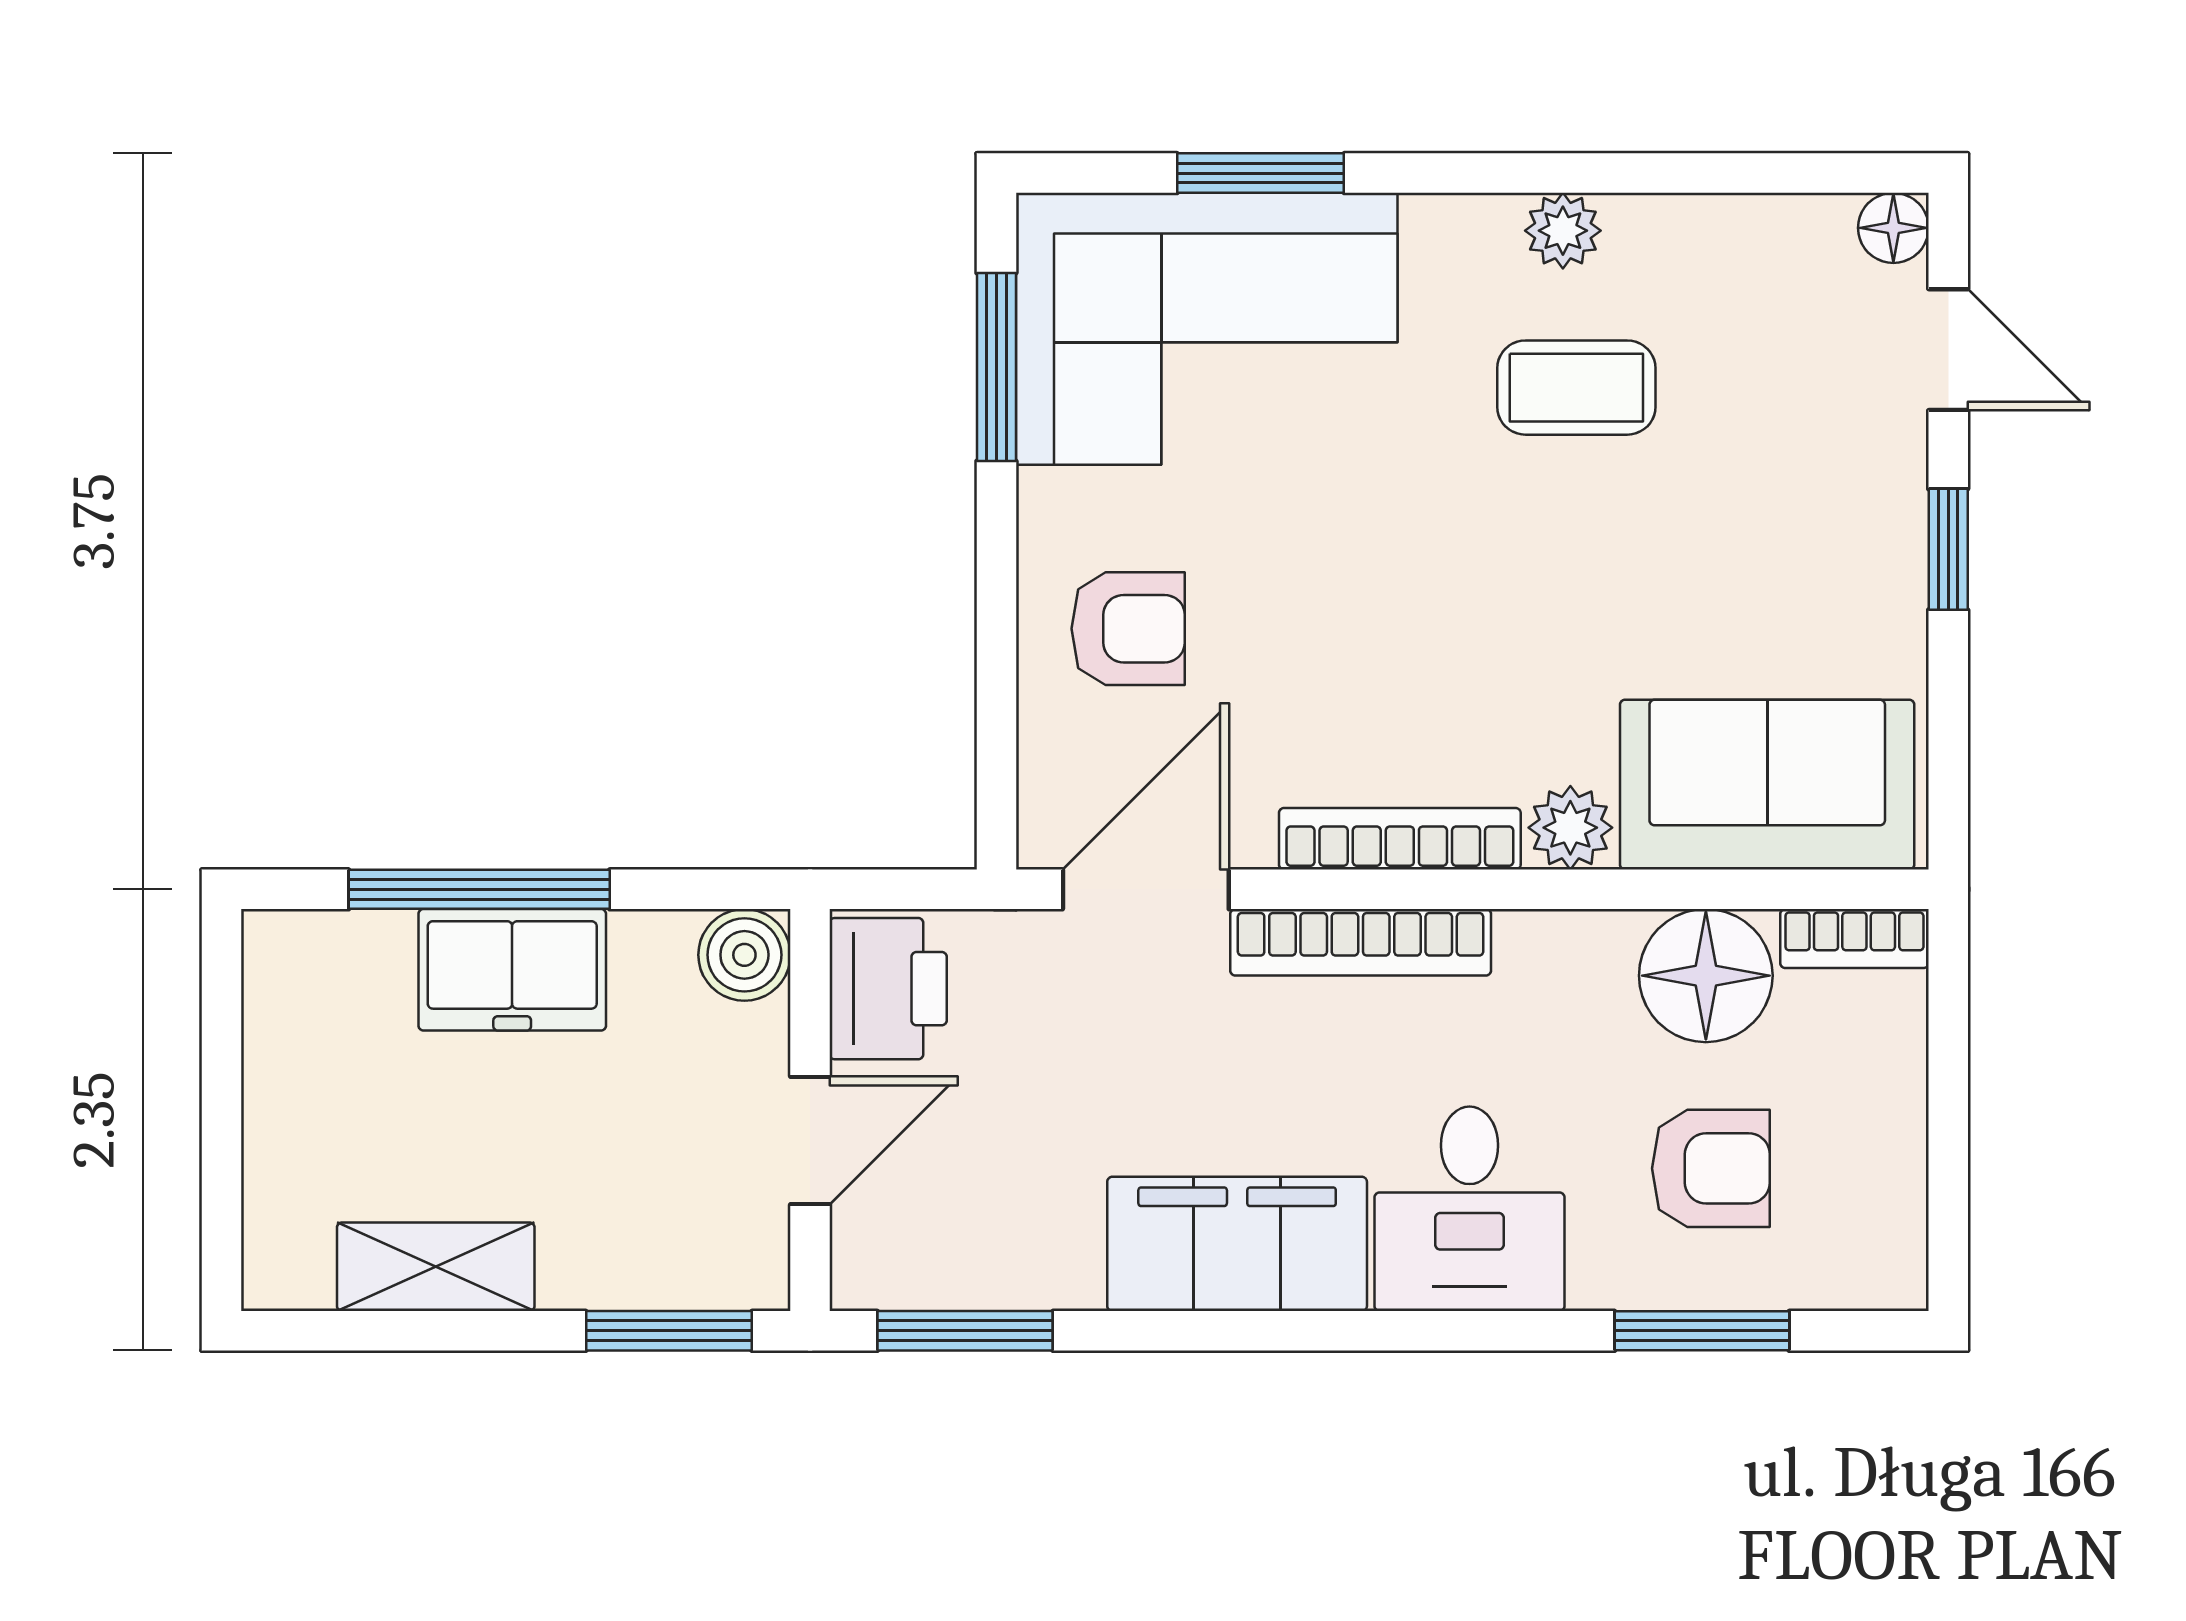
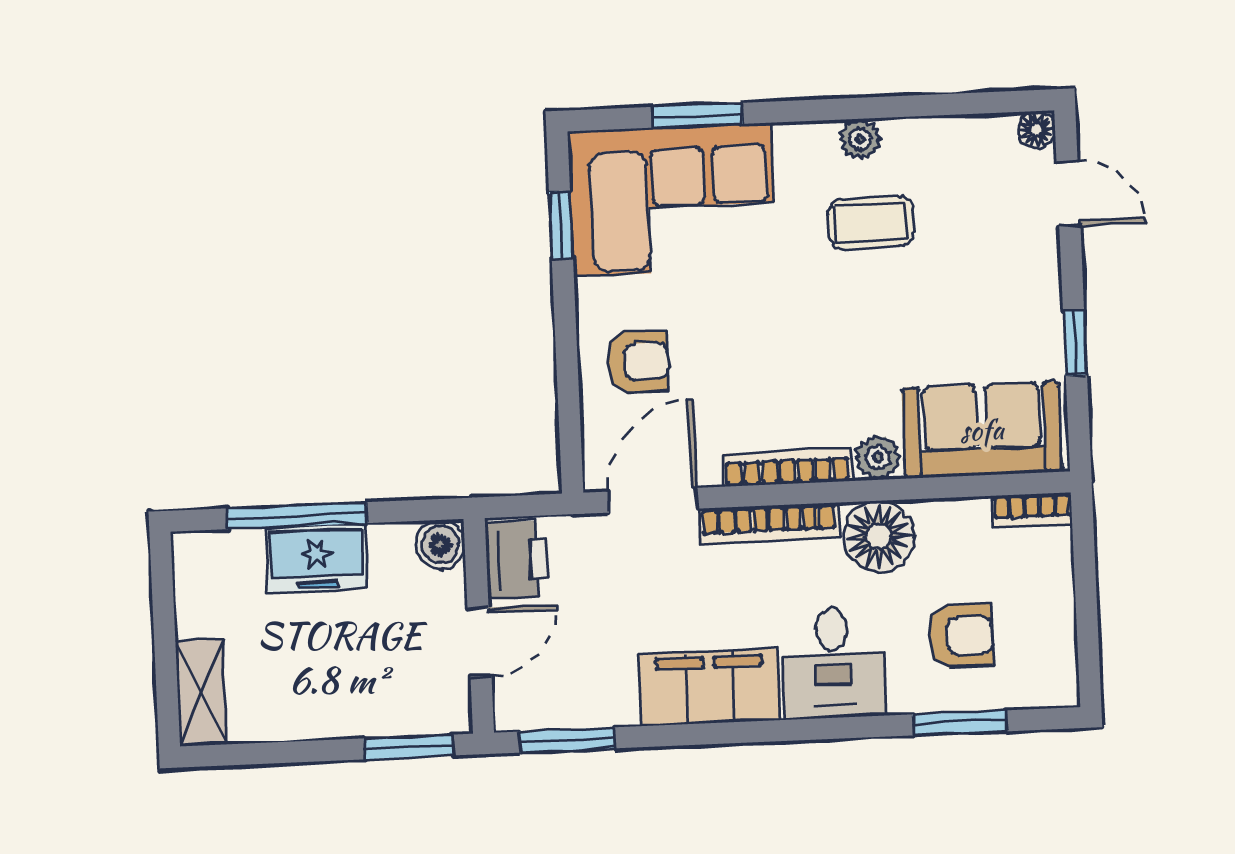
window: (996, 367) -> (561, 225), width x0.67
window: (1948, 549) -> (1075, 343), moved
floor lamp: (1706, 976) -> (879, 536), moved
shelving: (436, 1267) -> (201, 693), moved, turned 90

